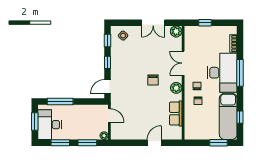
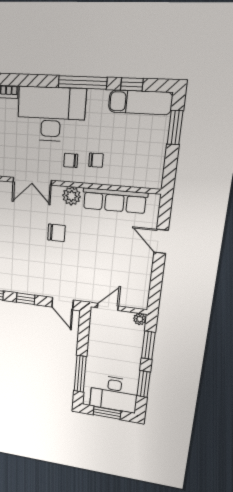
window: (240, 73) -> (83, 82), moved
row of seats: (176, 114) -> (115, 201), width x1.48
exam couch: (228, 116) -> (140, 102), width x0.73, depth x0.69

